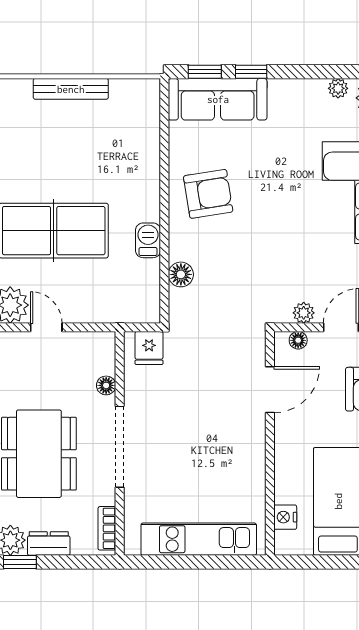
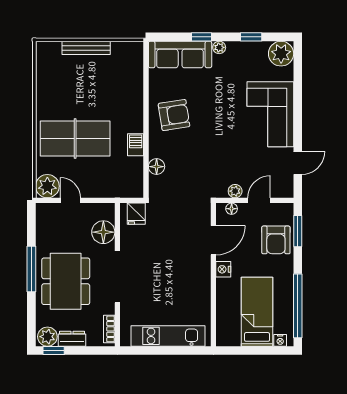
window: (205, 72) -> (251, 37), moved
plant: (338, 88) -> (219, 47), moved
floor lamp: (106, 385) -> (103, 232), width x1.89, depth x1.89
nightstand: (285, 517) -> (223, 269), moved

